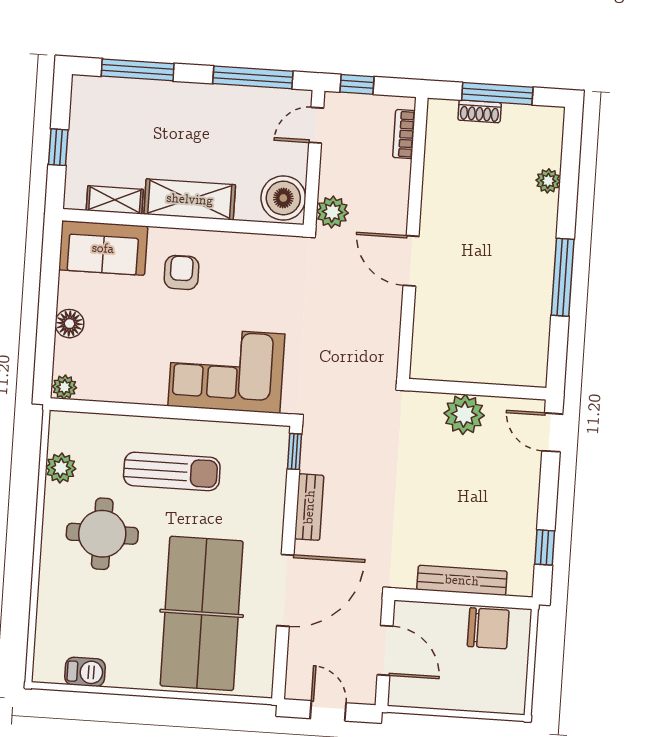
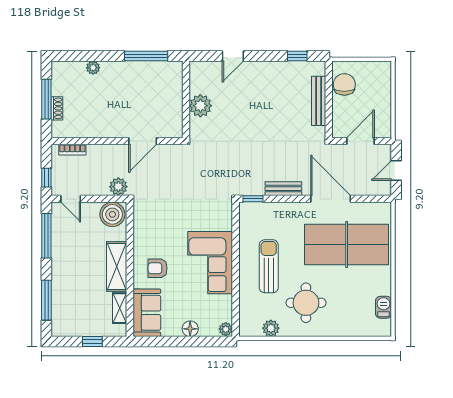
corner sofa: (226, 370) -> (210, 263), moved
wall: (477, 389) -> (186, 99), moved
plant: (464, 414) -> (200, 106), moved

